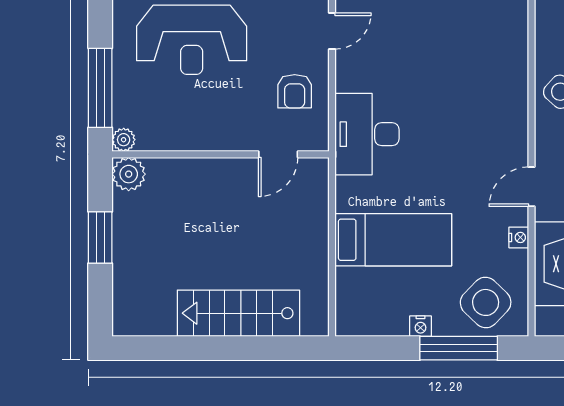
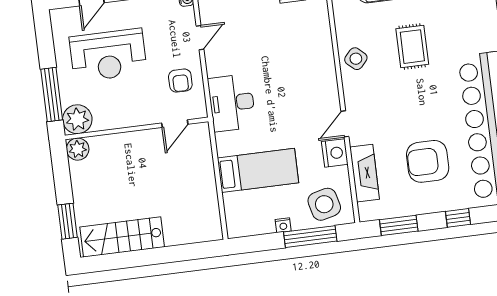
plant: (124, 140) -> (77, 119), width x1.88, depth x1.88
window: (100, 237) -> (68, 221), moved
nightstand: (519, 237) -> (335, 153), width x1.89, depth x1.79
side table: (486, 302) -> (324, 204), turned 32
stairs: (238, 313) -> (122, 237), moved

